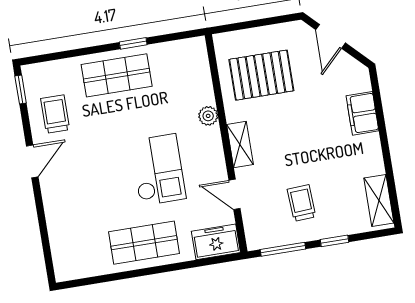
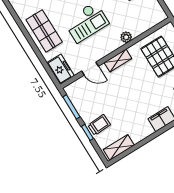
door: (234, 194) -> (90, 69), swing flipped
trolley: (302, 203) -> (99, 125), moved

